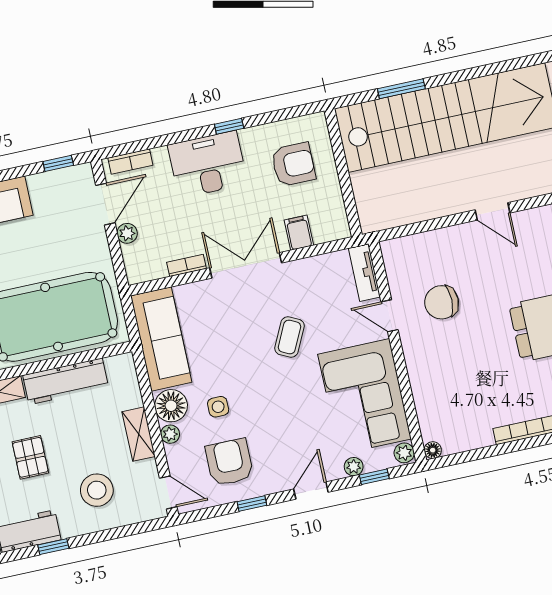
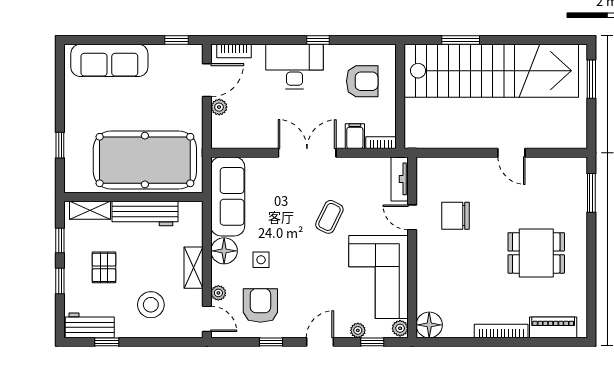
bookcase: (187, 265) -> (381, 143), moved
plant: (170, 434) -> (218, 293), moved
floor lamp: (433, 450) -> (429, 325), width x1.89, depth x1.89

